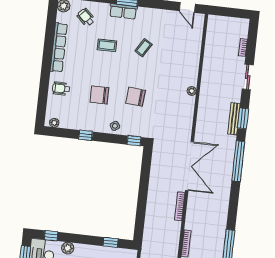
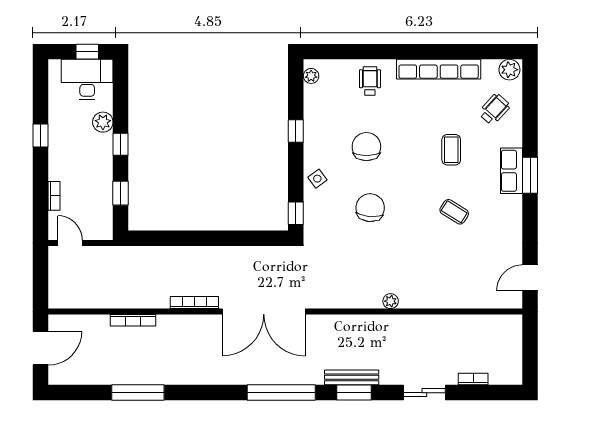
window: (51, 236) -> (121, 144), moved

